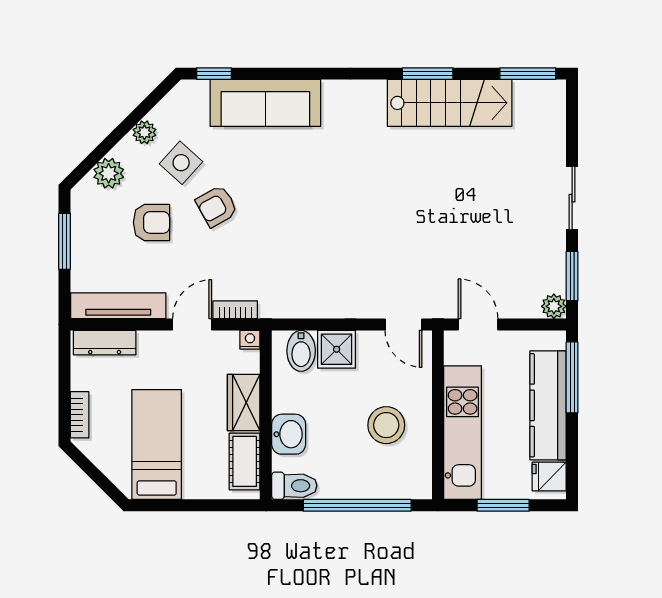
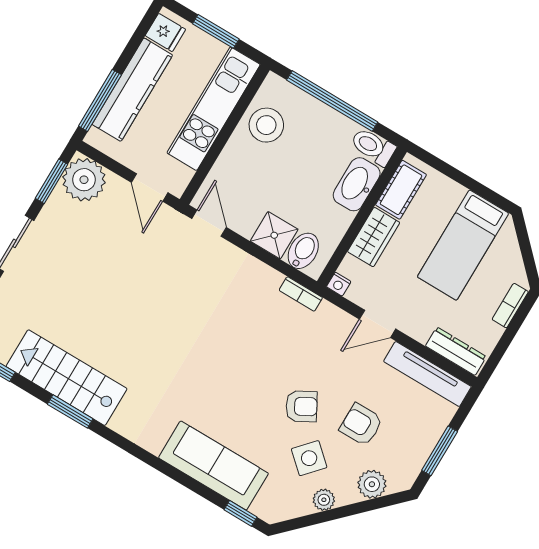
plant: (554, 306) -> (84, 180), width x1.88, depth x1.88
bookcase: (235, 310) -> (301, 294), moved
stool: (386, 425) -> (266, 125), moved
washbasin: (289, 434) -> (357, 184), width x1.38

